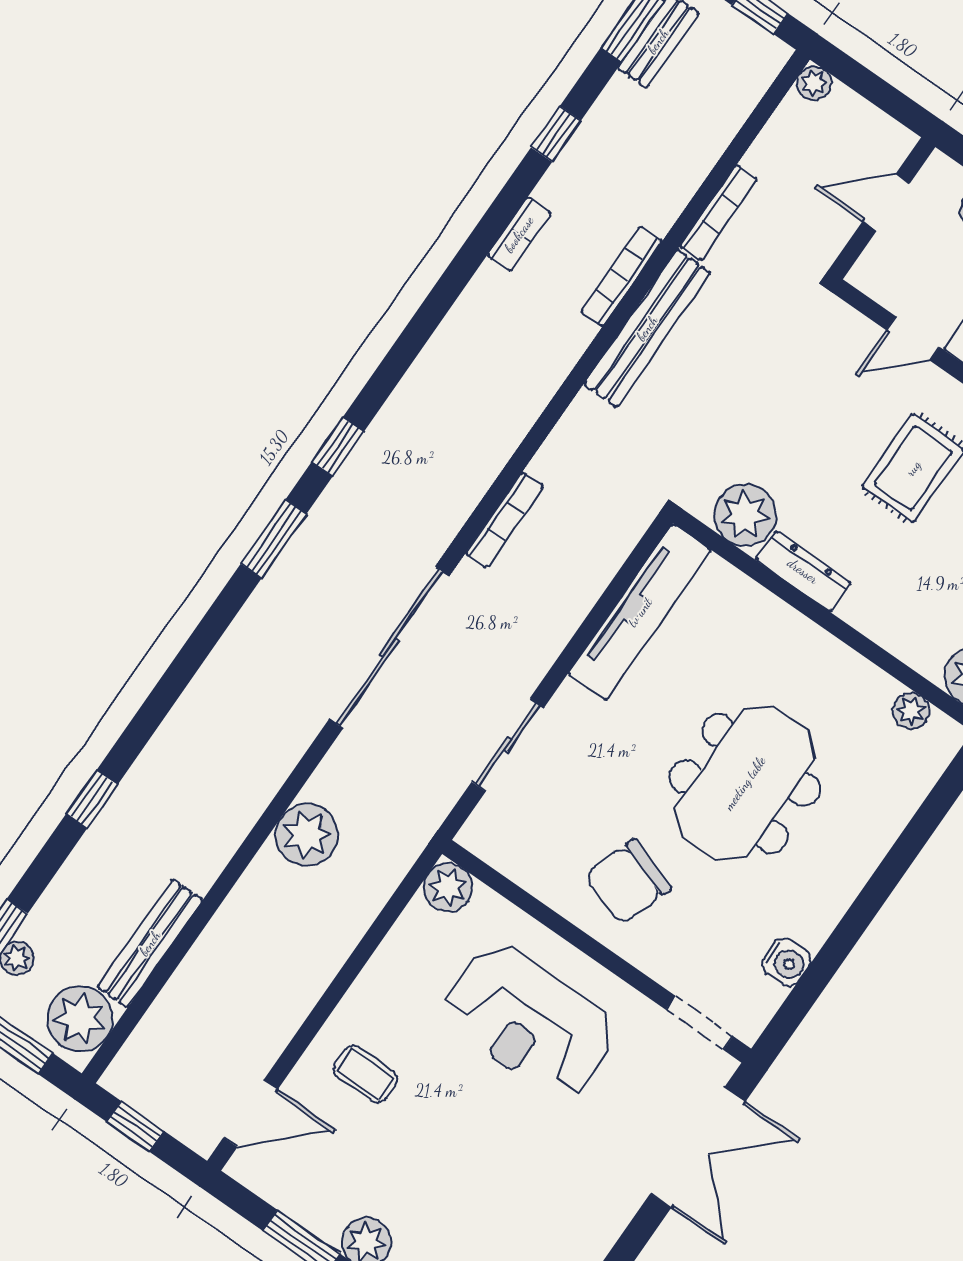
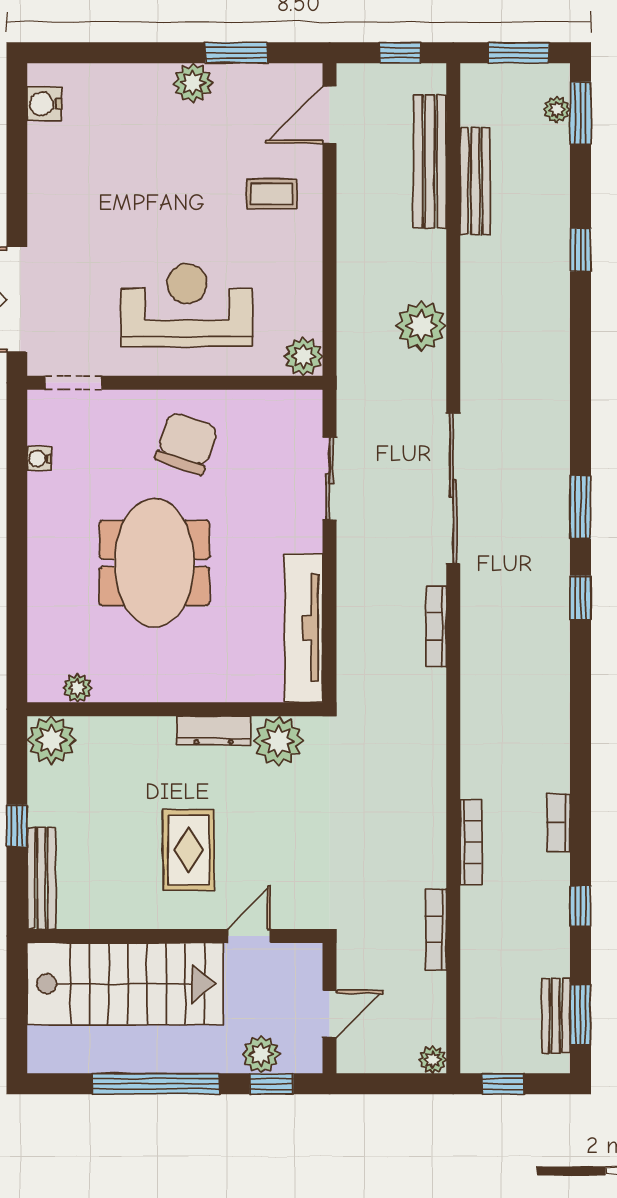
bench: (647, 328) -> (430, 162), moved
water cooler: (786, 962) -> (39, 459), width x0.72, depth x0.72
plant: (80, 1019) -> (487, 98), removed

